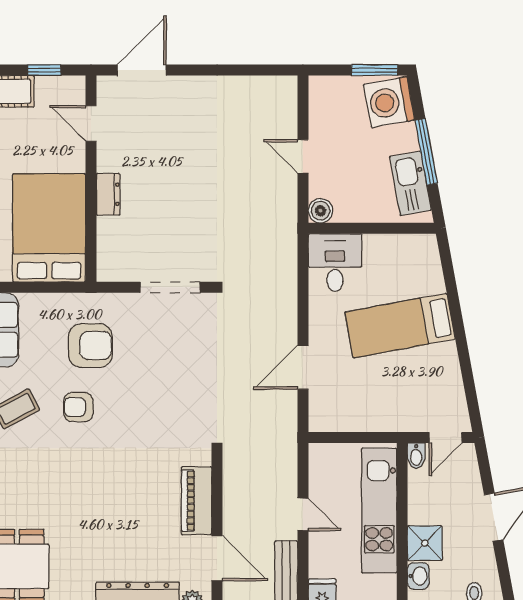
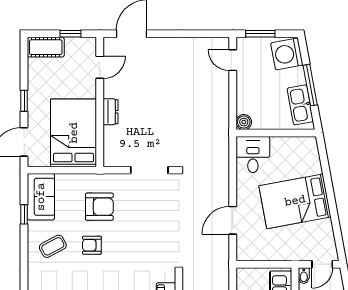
window: (375, 70) -> (260, 34), moved
door: (91, 123) -> (100, 67), swing flipped
door: (303, 156) -> (233, 60), moved
bed: (400, 326) -> (295, 201), width x1.50

